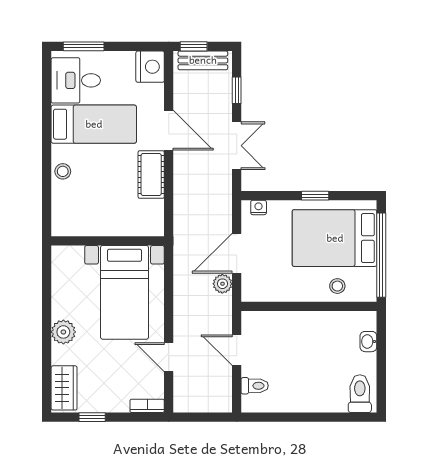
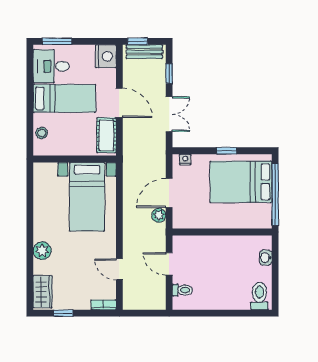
wall: (108, 241) -> (75, 159), moved
stool: (337, 286) -> (243, 217), removed
bed with nightstands: (125, 292) -> (87, 197), moved

